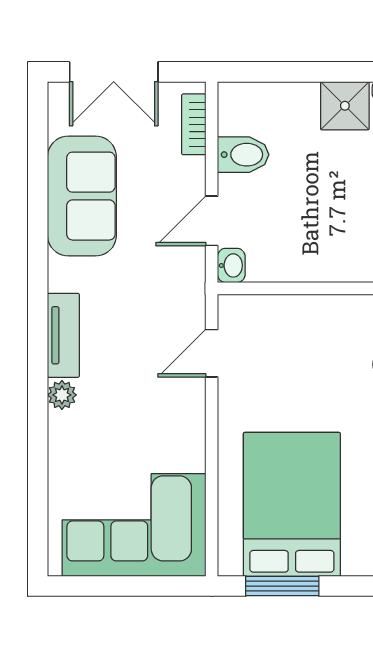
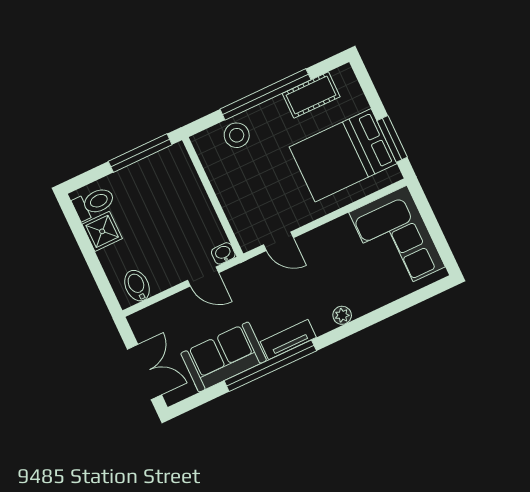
bookcase: (194, 124) -> (153, 312), removed
bidet: (243, 155) -> (137, 286), moved
window: (38, 257) -> (270, 366), added
tv unit: (63, 335) -> (288, 340), moved

